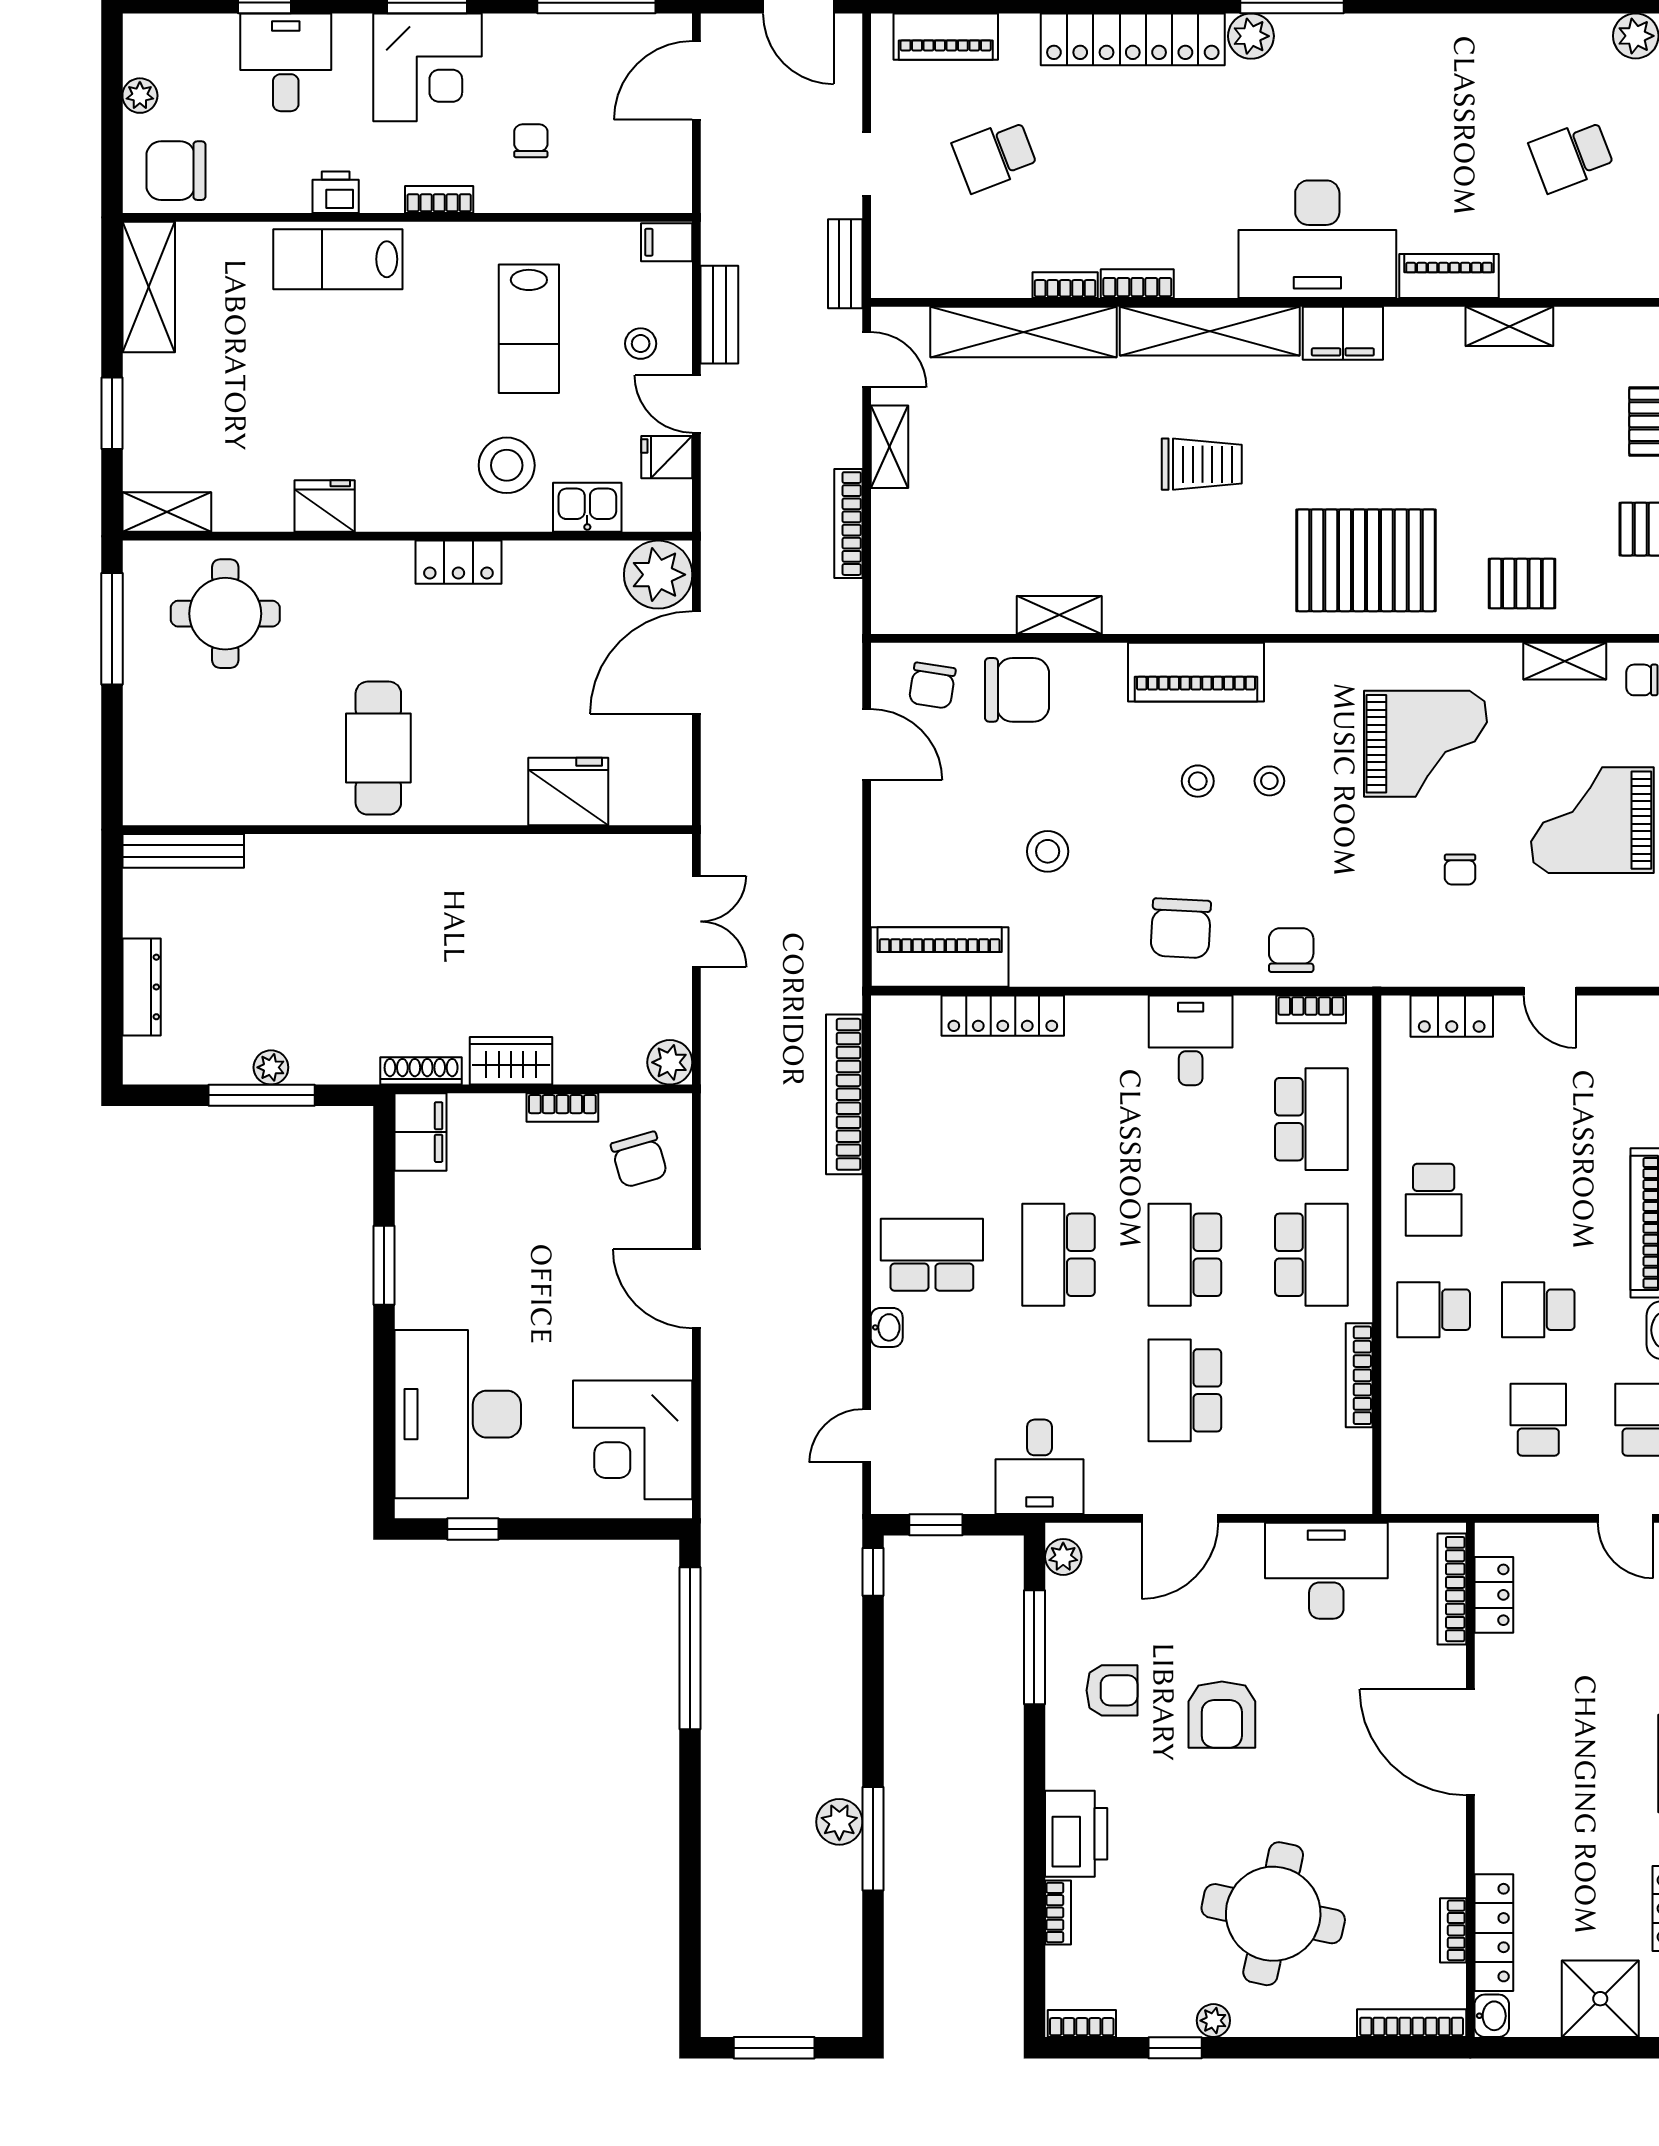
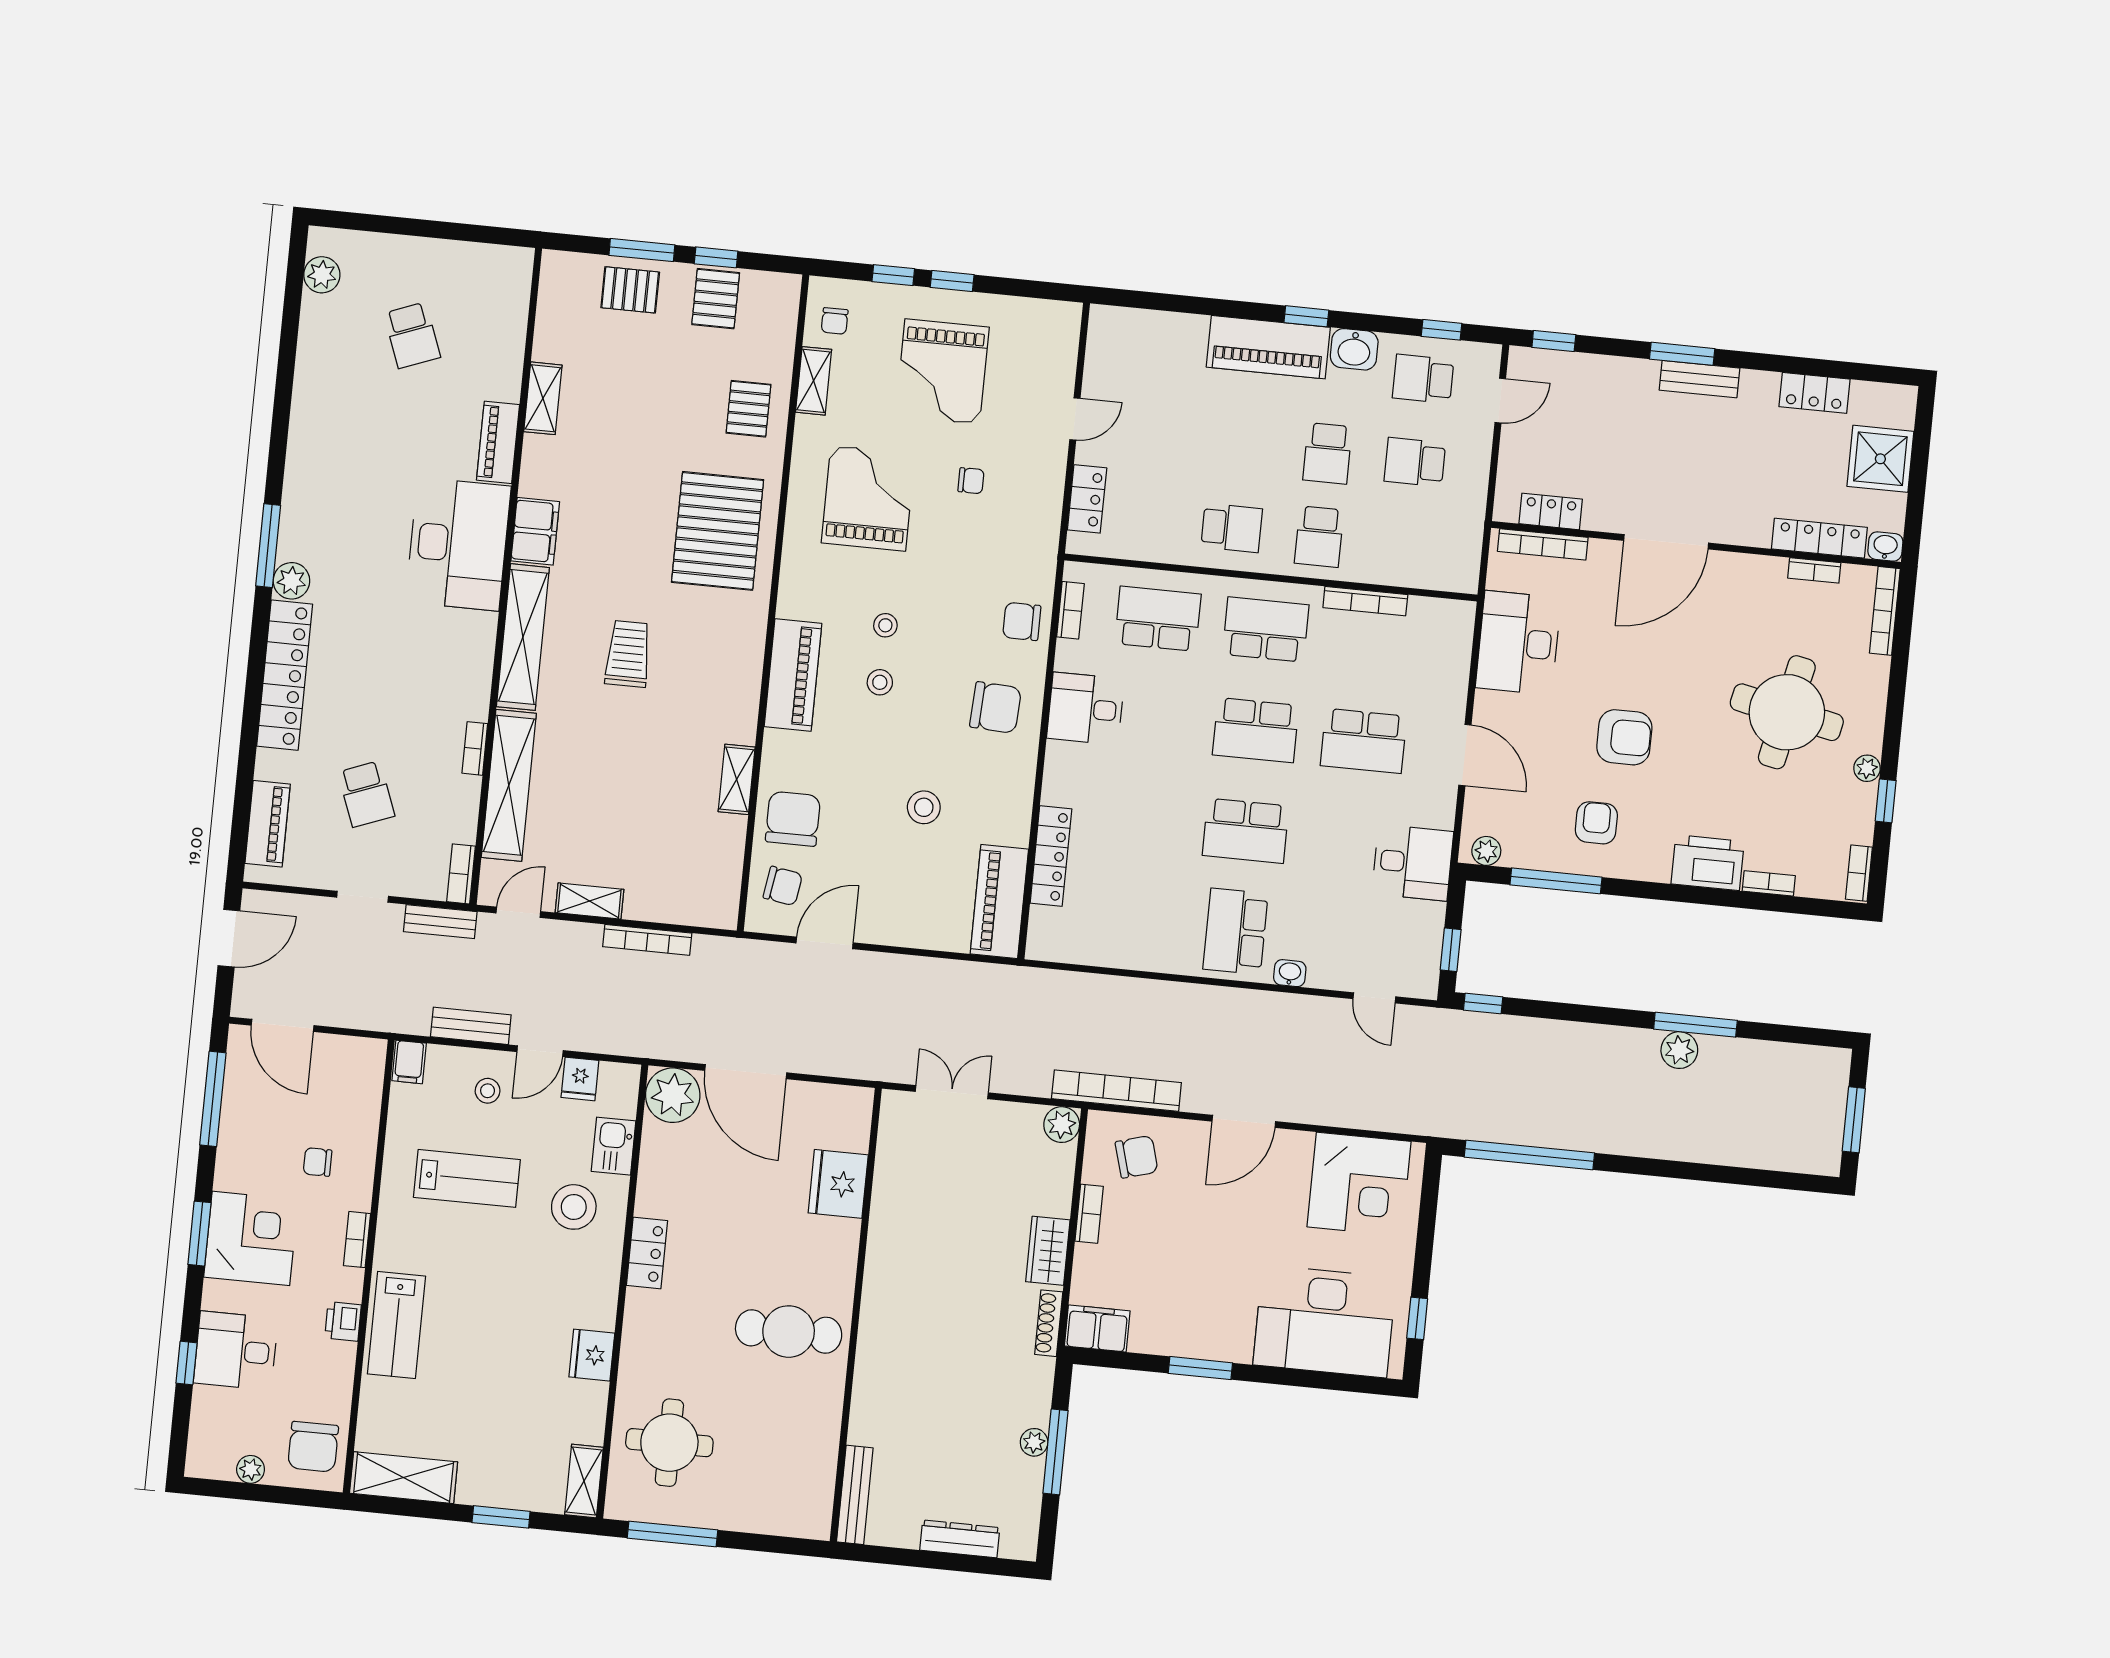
bookcase: (1137, 284) -> (461, 874), moved
bookcase: (844, 1094) -> (1116, 1091), moved, turned 180

